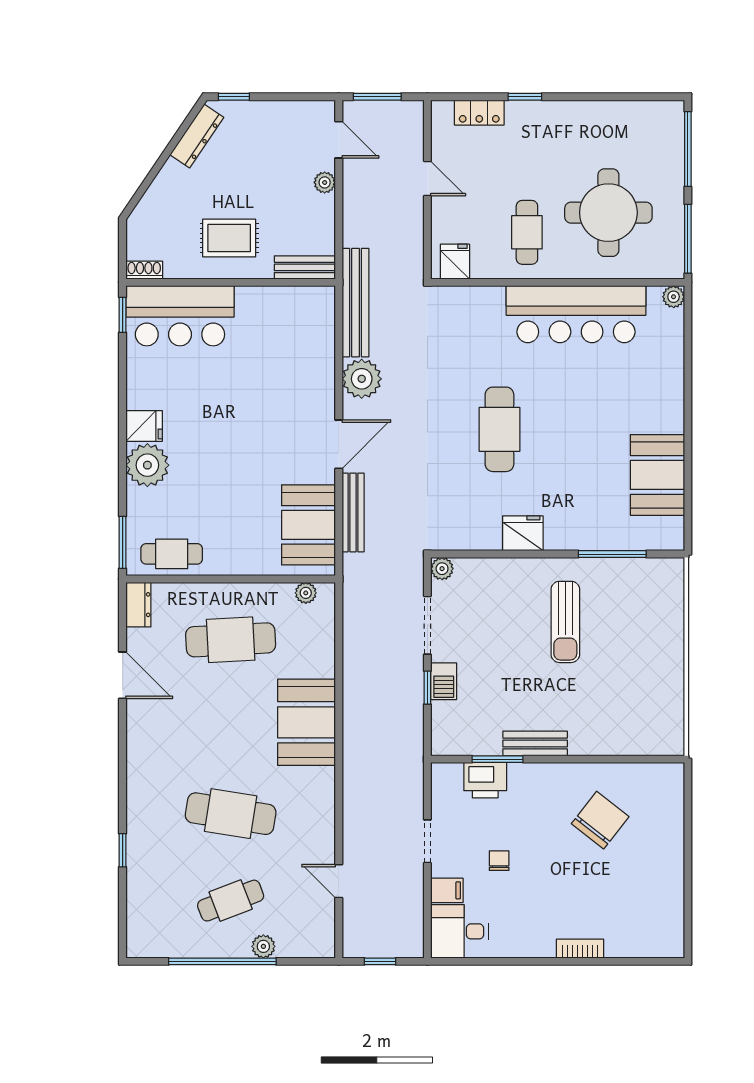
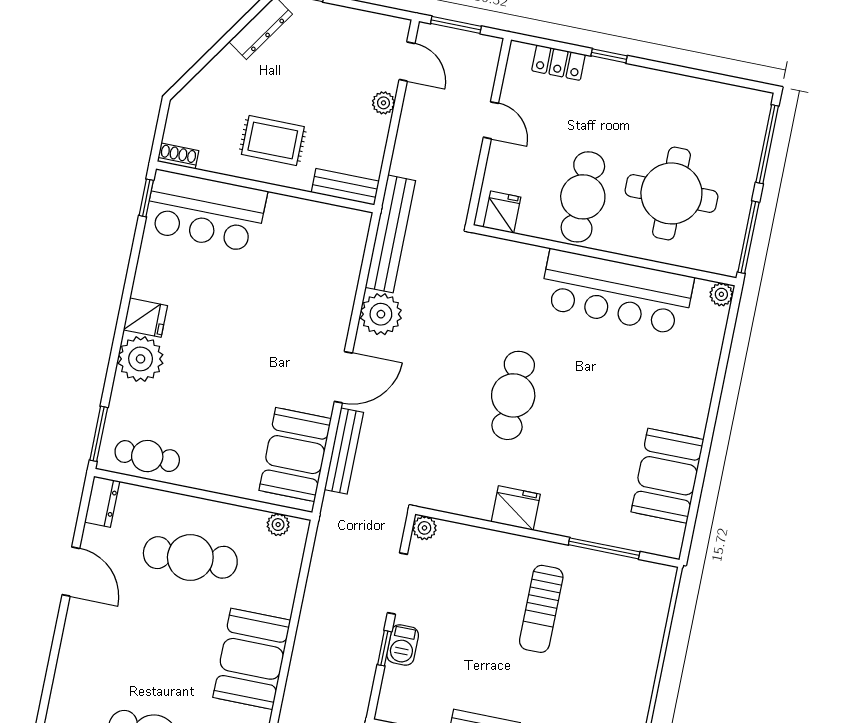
cafe table: (527, 232) -> (583, 197), width x1.37, depth x1.35

